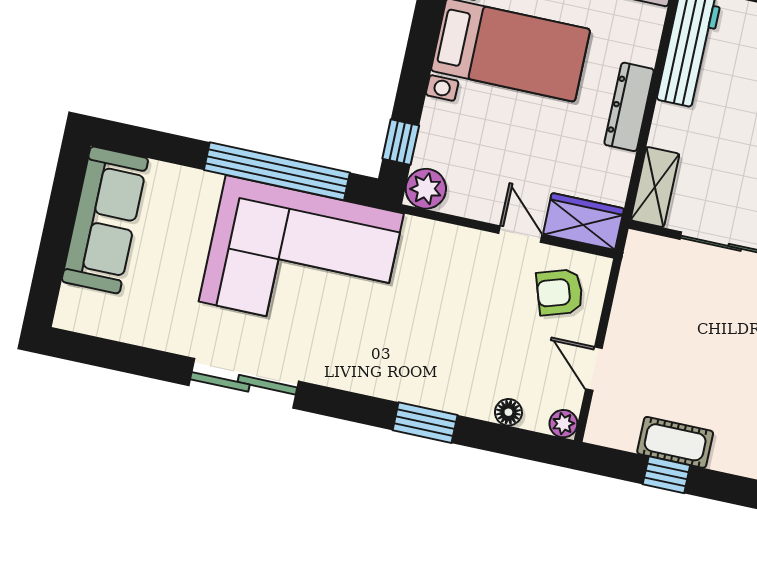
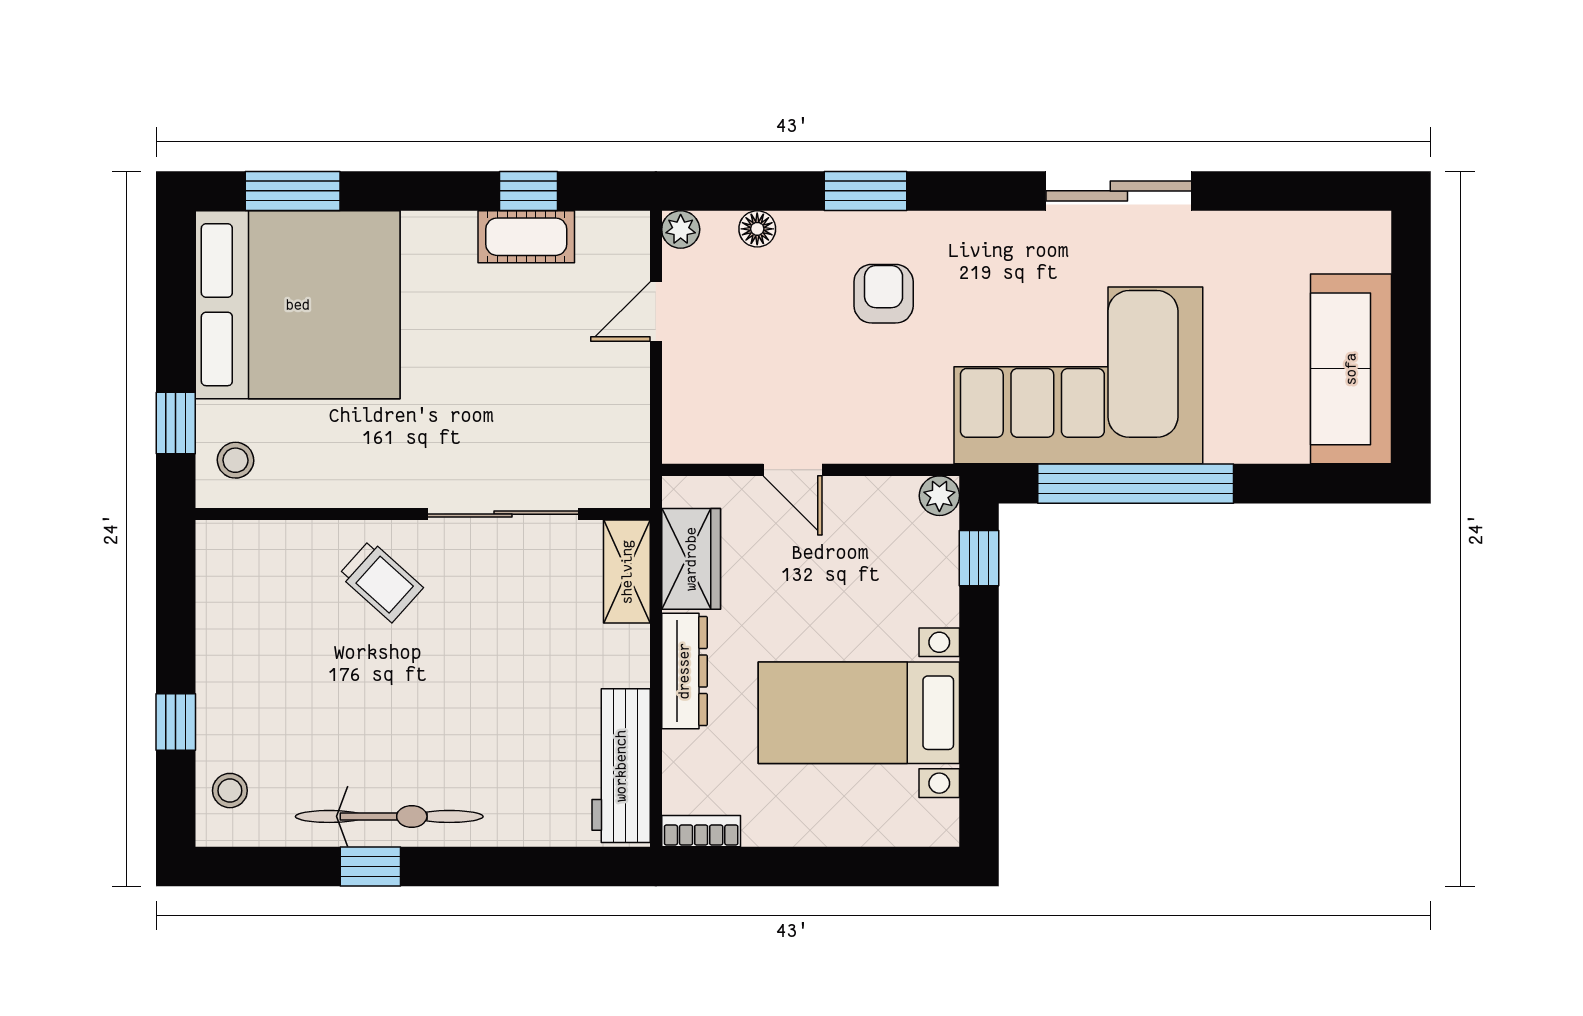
plant: (426, 189) -> (939, 496), width x0.73, depth x0.73
wardrobe: (583, 221) -> (691, 559), moved, turned -90
armchair: (560, 292) -> (884, 294), moved, turned -72
door: (594, 369) -> (656, 312), swing flipped

